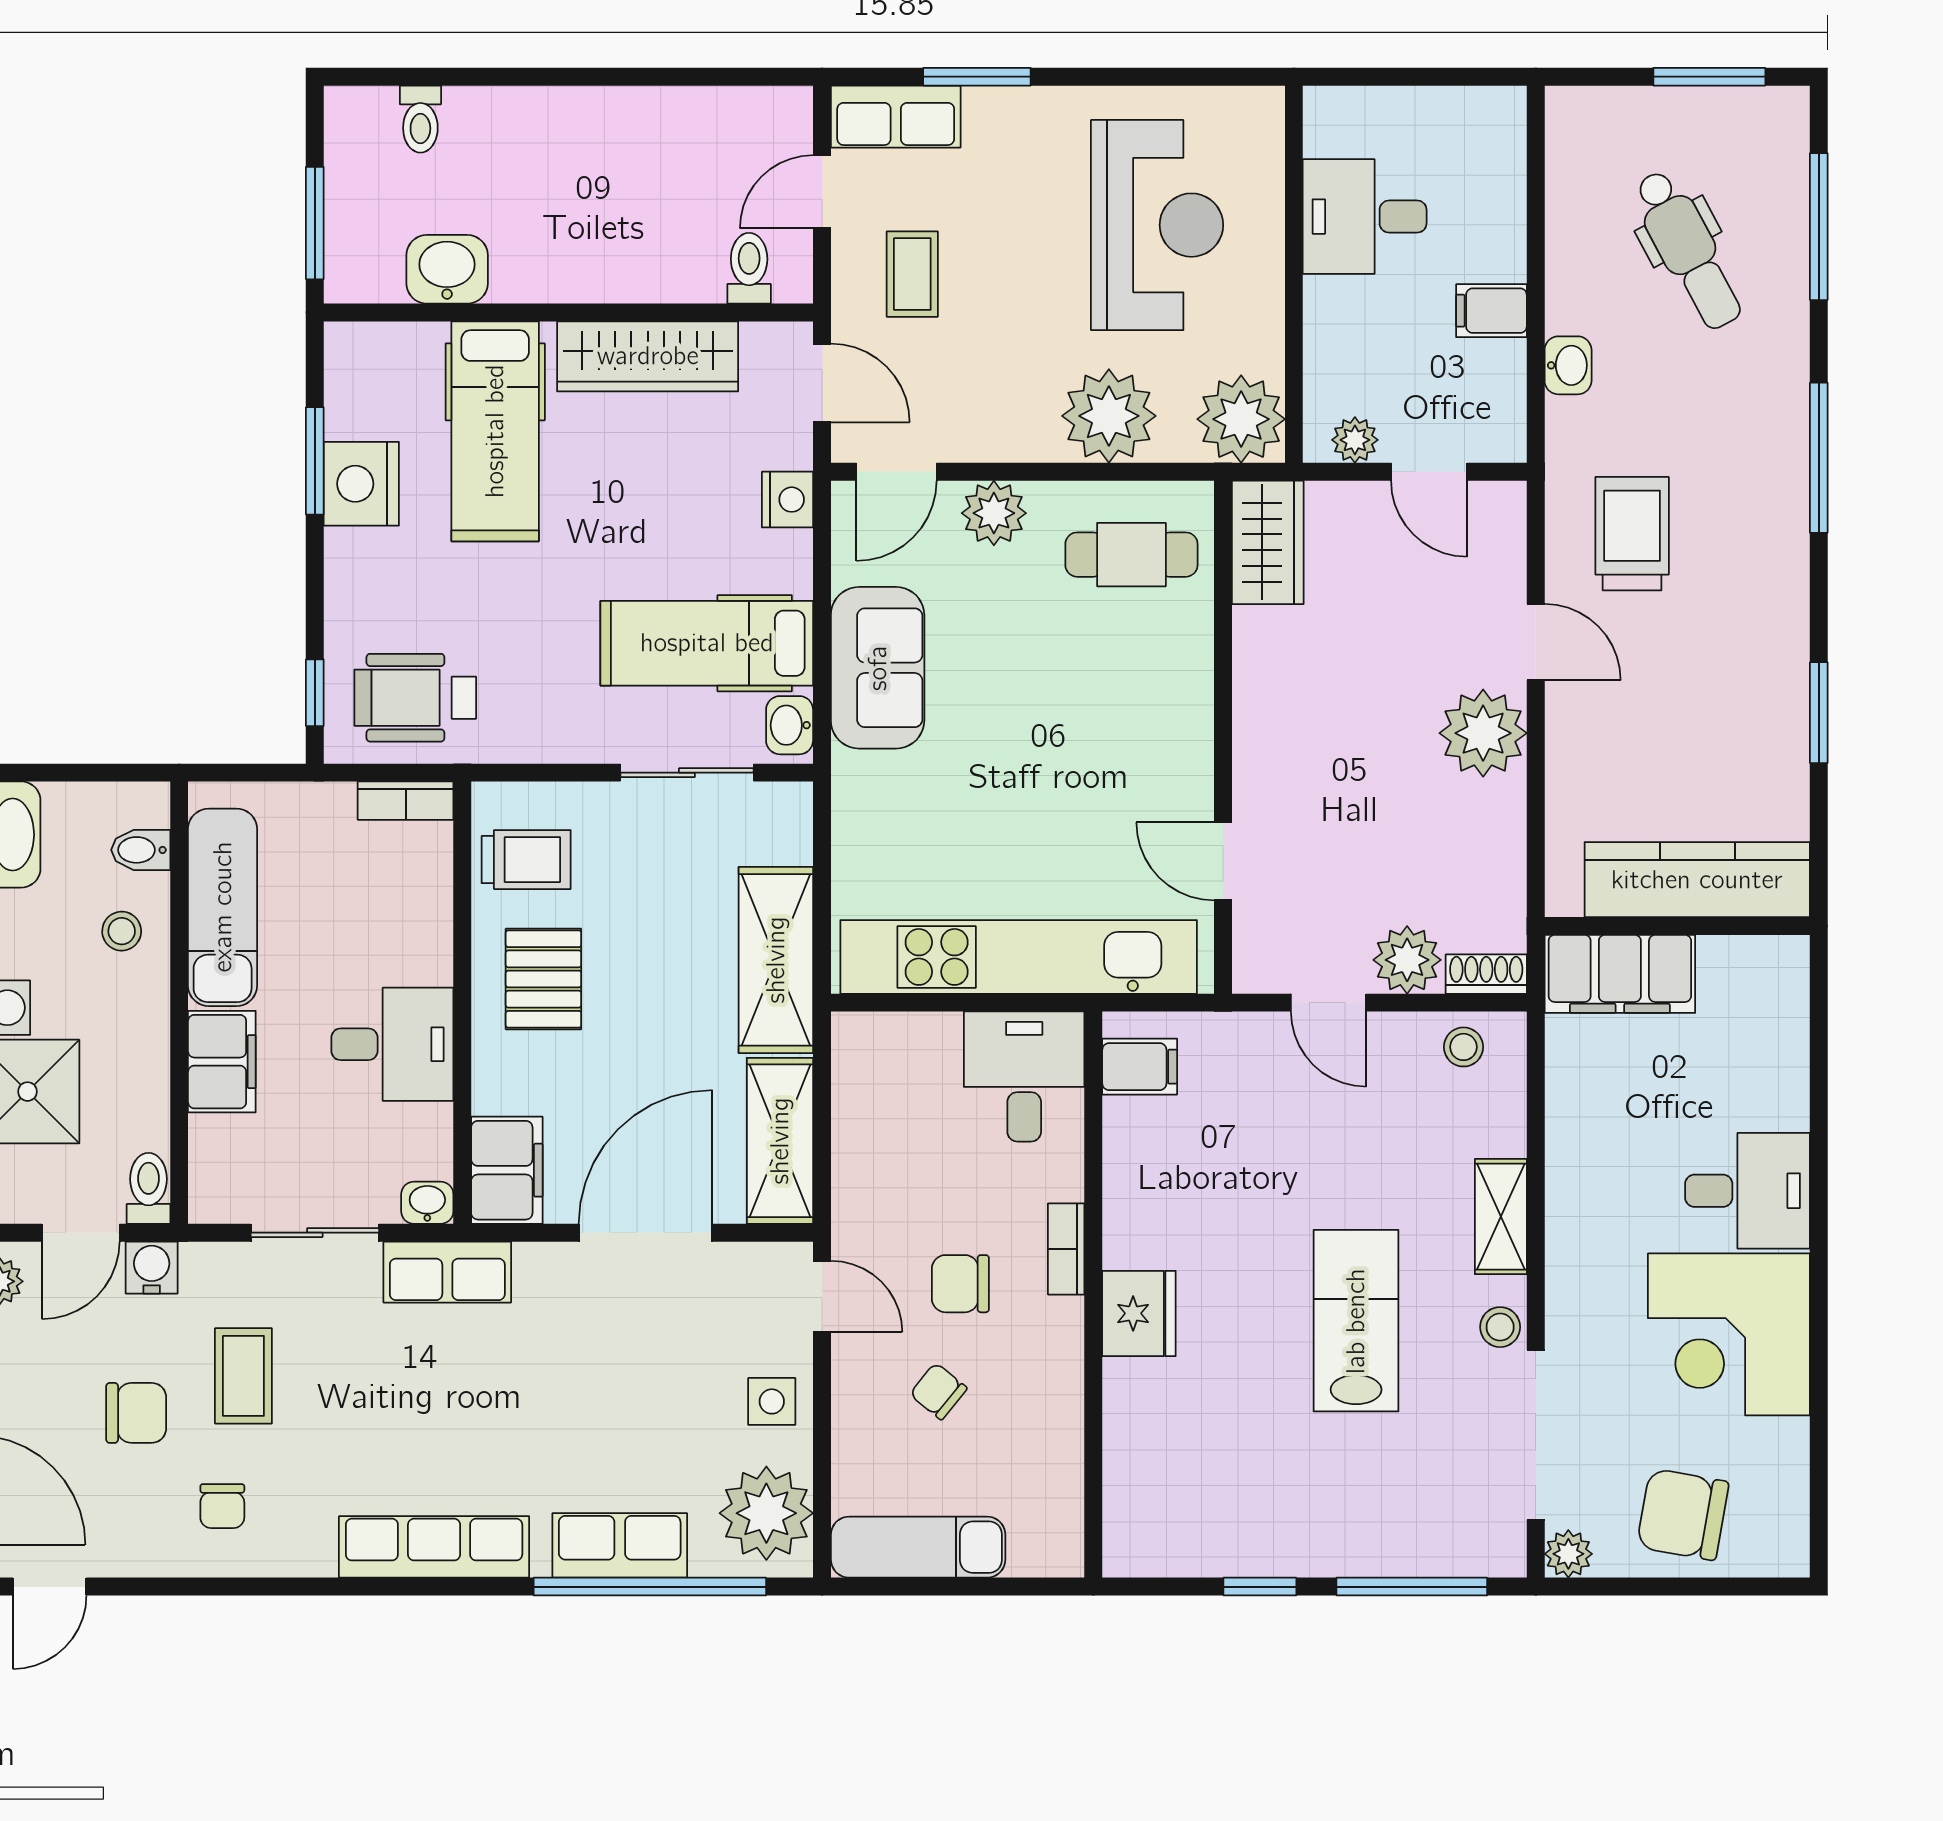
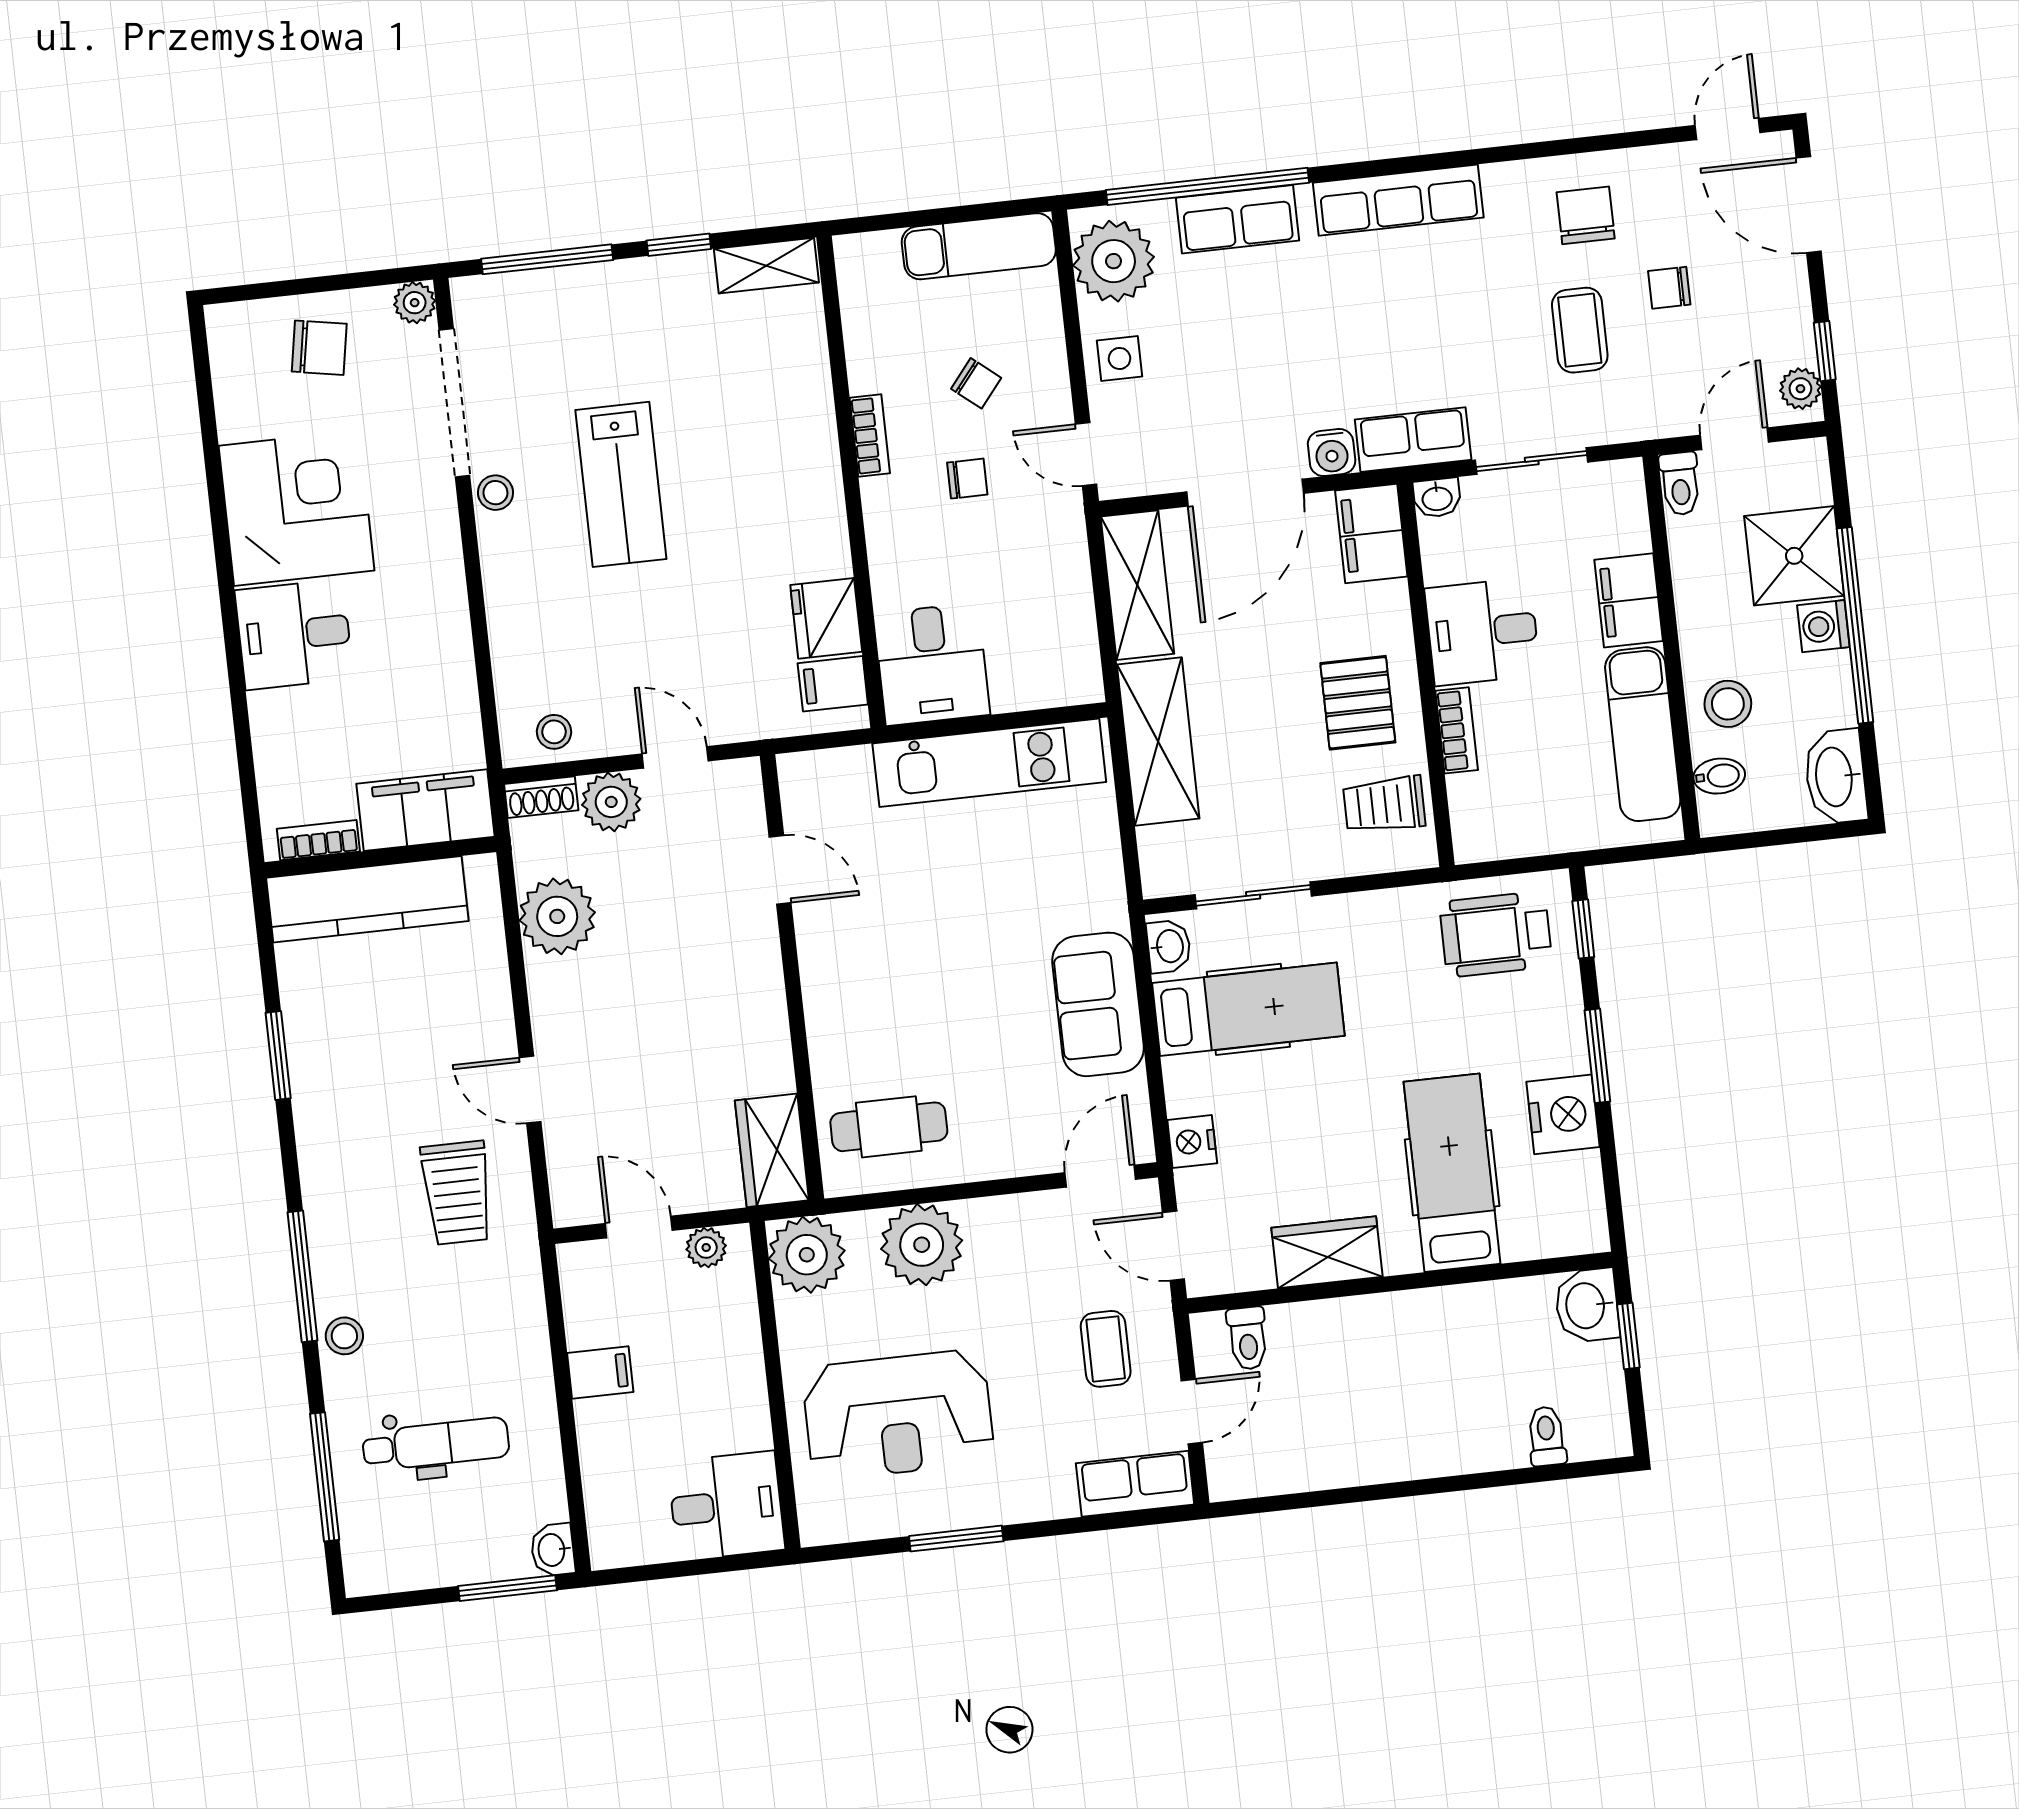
window: (977, 77) -> (956, 1539), moved
window: (1709, 77) -> (508, 1588), moved
desk: (1365, 217) -> (726, 1506), moved
window: (315, 223) -> (1628, 1336), width x0.67
reception desk: (1157, 225) -> (898, 1415), turned -90
dental chair: (1688, 250) -> (436, 1444), turned 118
washbasin: (447, 269) -> (1587, 1305), moved, turned 90
wardrobe: (648, 356) -> (1327, 1252), width x0.67
washbasin: (1568, 365) -> (553, 1550), moved
stool: (1778, 385) -> (344, 1336), added
window: (315, 461) -> (1597, 1056), moved
plant: (994, 513) -> (1012, 1150), removed
wheelchair: (415, 698) -> (1496, 934), turned 180
plant: (1483, 733) -> (557, 916), moved
bookcase: (406, 801) -> (1457, 730), moved, turned 90
stool: (122, 931) -> (1728, 704), width x1.37, depth x1.37
bookcase: (1746, 953) -> (318, 840), added
kitchen unit: (1019, 957) -> (989, 763), width x0.73
shelving: (1501, 1217) -> (766, 266), moved, turned 90
bookcase: (1066, 1249) -> (870, 435), moved
water cooler: (152, 1268) -> (1332, 453), moved
chair: (960, 1284) -> (967, 479), width x0.73, depth x0.73
fridge: (1139, 1313) -> (826, 618), moved
chair: (136, 1413) -> (1669, 288), width x0.73, depth x0.73
chair: (222, 1506) -> (1586, 215), width x1.37, depth x1.37
chair: (1683, 1514) -> (319, 348), width x0.73, depth x0.73

